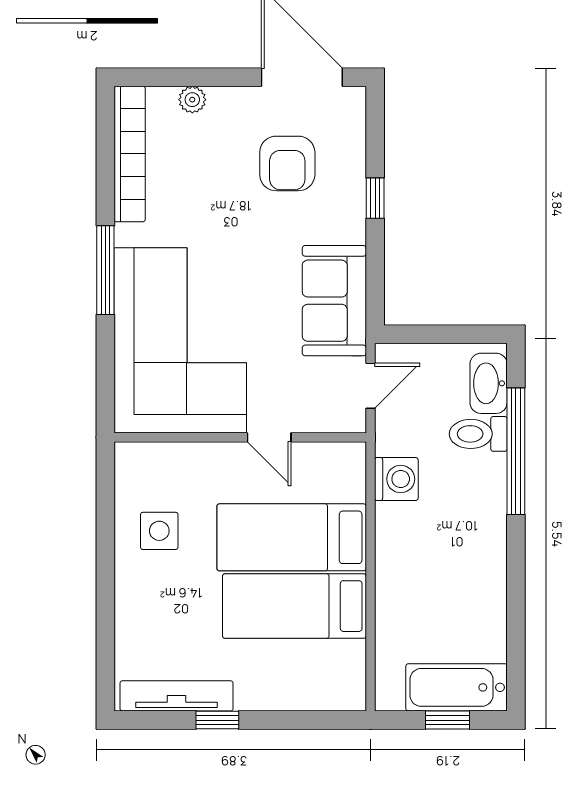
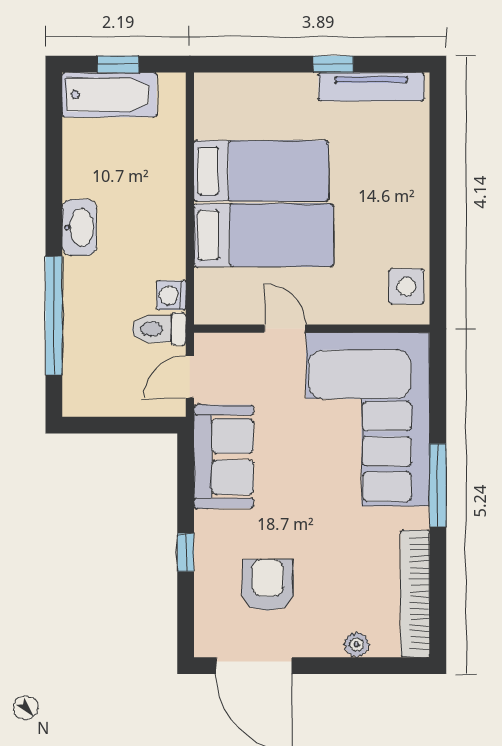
washbasin: (489, 383) -> (79, 227), moved
toilet: (478, 434) -> (159, 329), moved, turned 180
washing machine: (396, 479) -> (171, 295), width x0.73, depth x0.73
side table: (159, 531) -> (406, 286), moved

